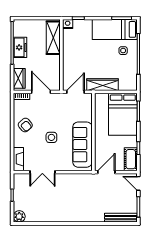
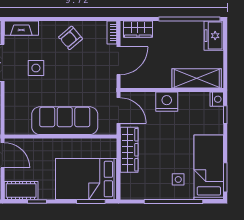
freezer: (20, 47) -> (214, 36), moved, turned 90
nightstand: (69, 59) -> (167, 102), added
side table: (51, 137) -> (36, 68), moved
sofa: (82, 145) -> (65, 121), moved

